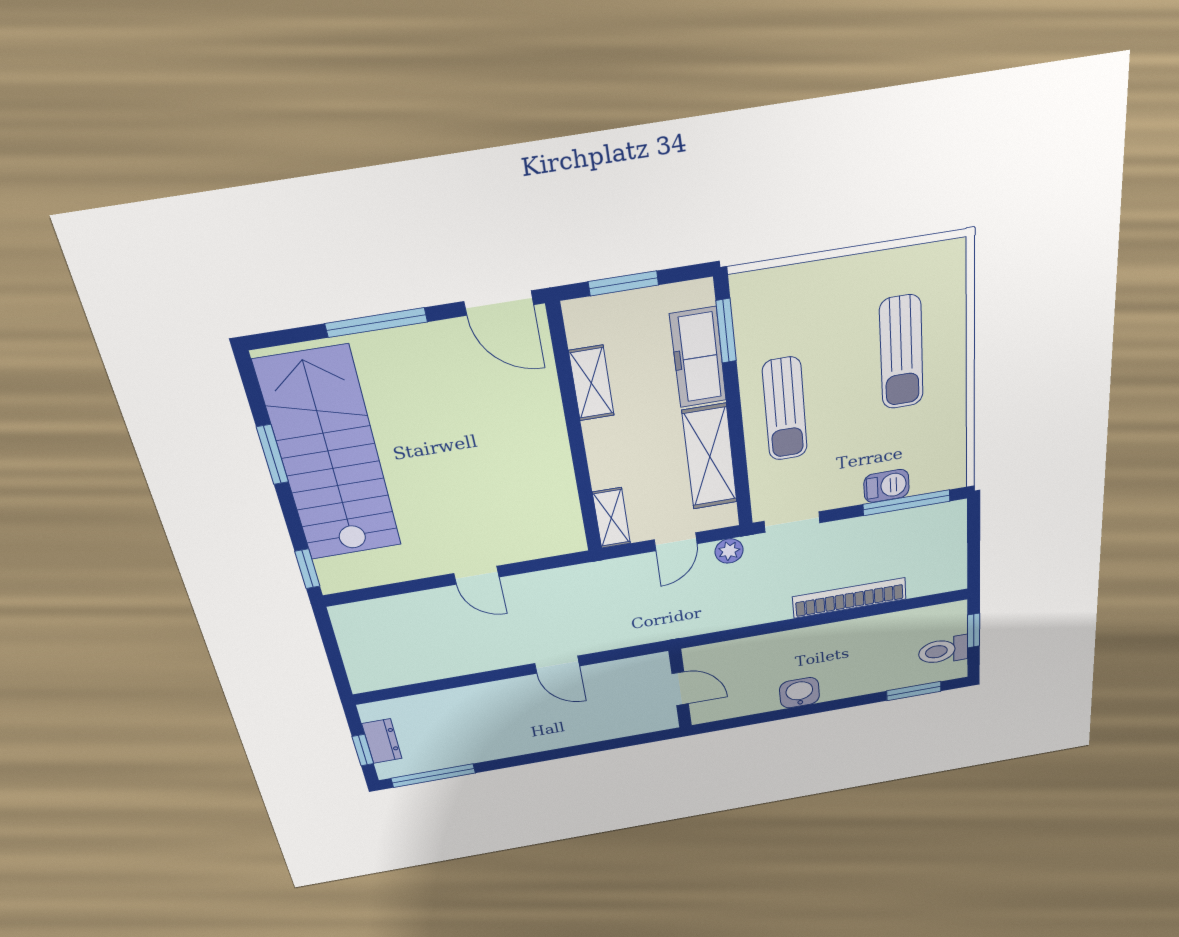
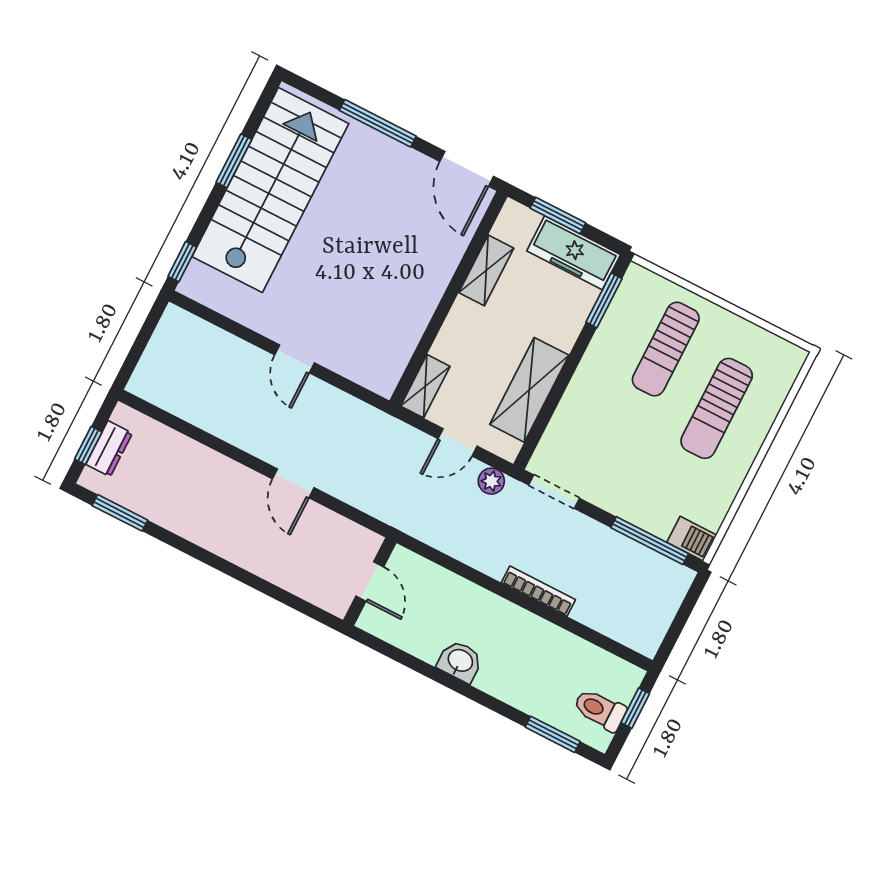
freezer: (698, 358) -> (574, 253), moved, turned -90
sun lounger: (785, 409) -> (666, 349), moved
barbecue: (886, 486) -> (692, 539), moved
bookcase: (849, 598) -> (538, 591), width x0.68, depth x0.76
window: (433, 776) -> (120, 513), width x0.69

